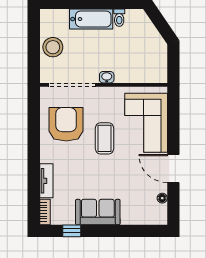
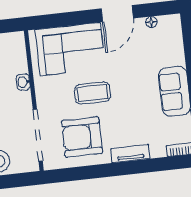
washbasin: (107, 77) -> (23, 82), moved
tv unit: (46, 181) -> (130, 154), moved

